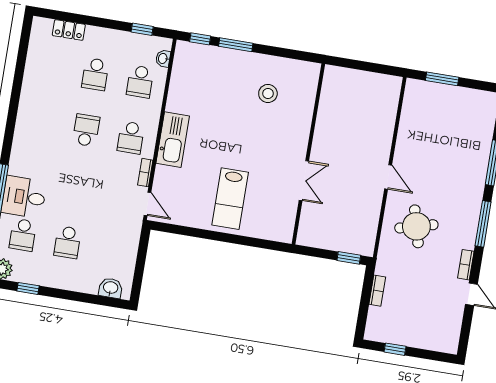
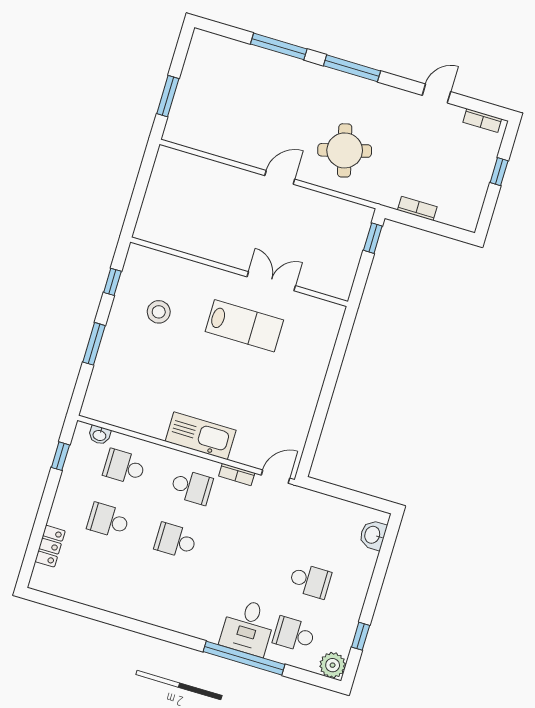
window: (200, 39) -> (112, 282), moved
school desk: (95, 74) -> (108, 521), turned 180
school desk: (140, 82) -> (124, 467), turned 180
lab bench: (230, 199) -> (244, 326), moved
school desk: (23, 235) -> (294, 634), turned 180
bookcase: (466, 265) -> (482, 120), moved
window: (395, 349) -> (499, 172), moved

